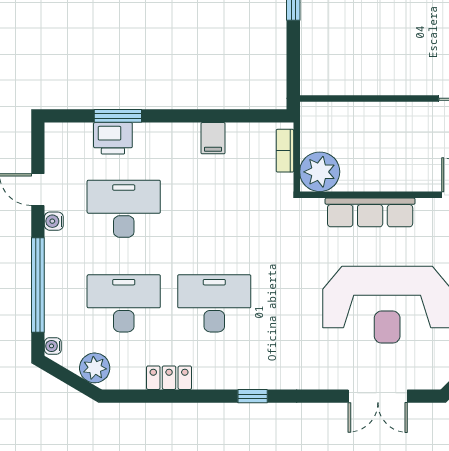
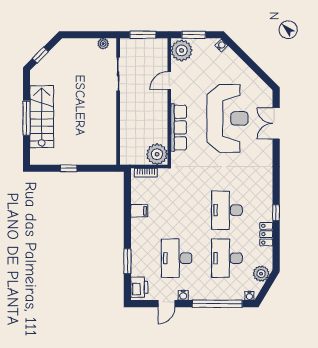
printer: (113, 138) -> (139, 287), moved
window: (253, 396) -> (276, 213), moved
double door: (378, 396) -> (276, 123), swing flipped

